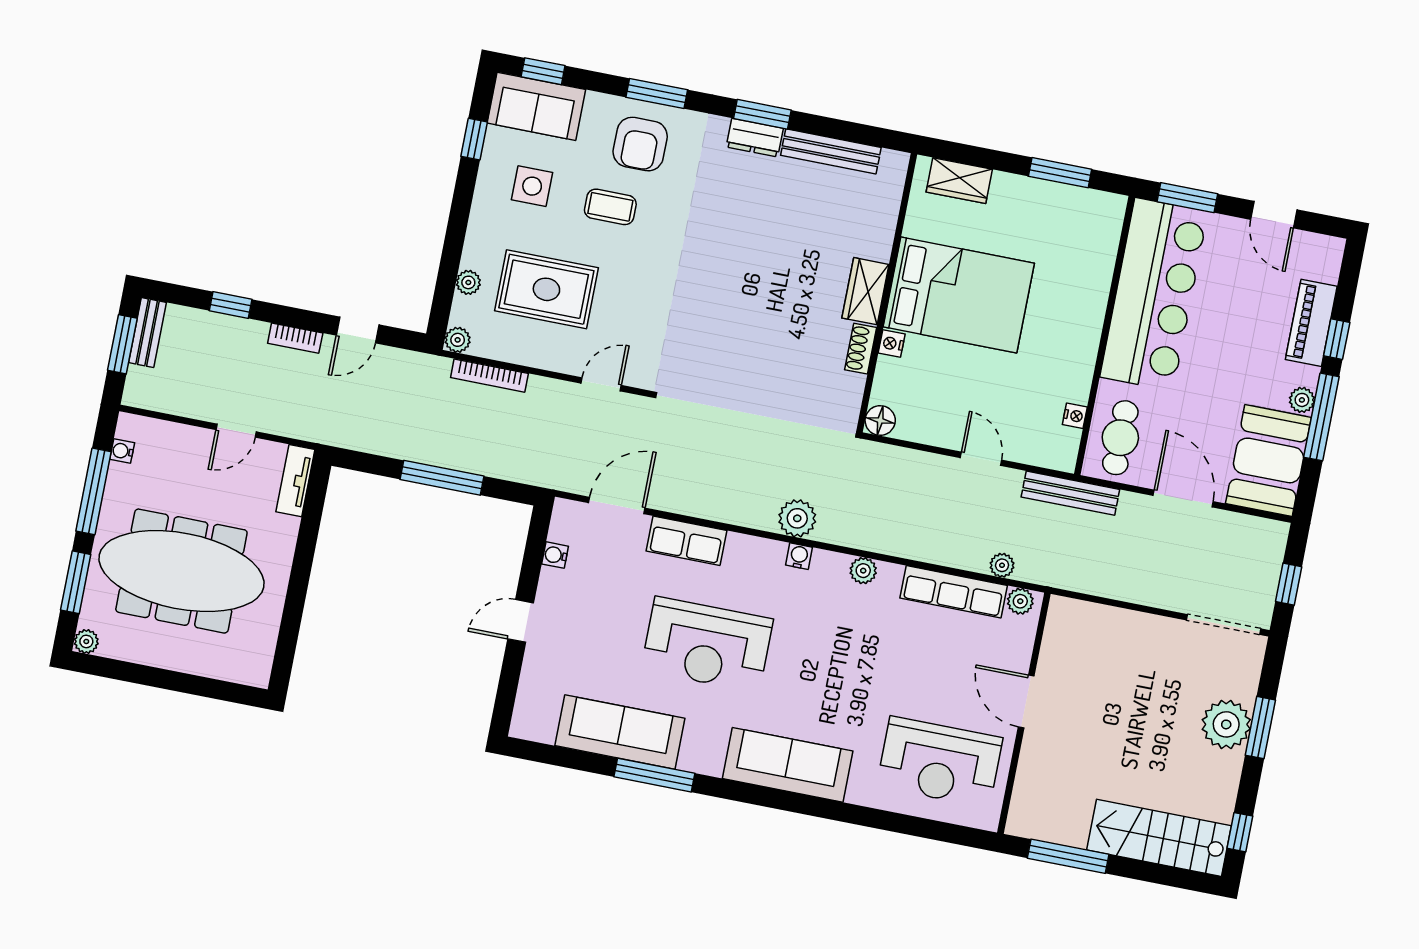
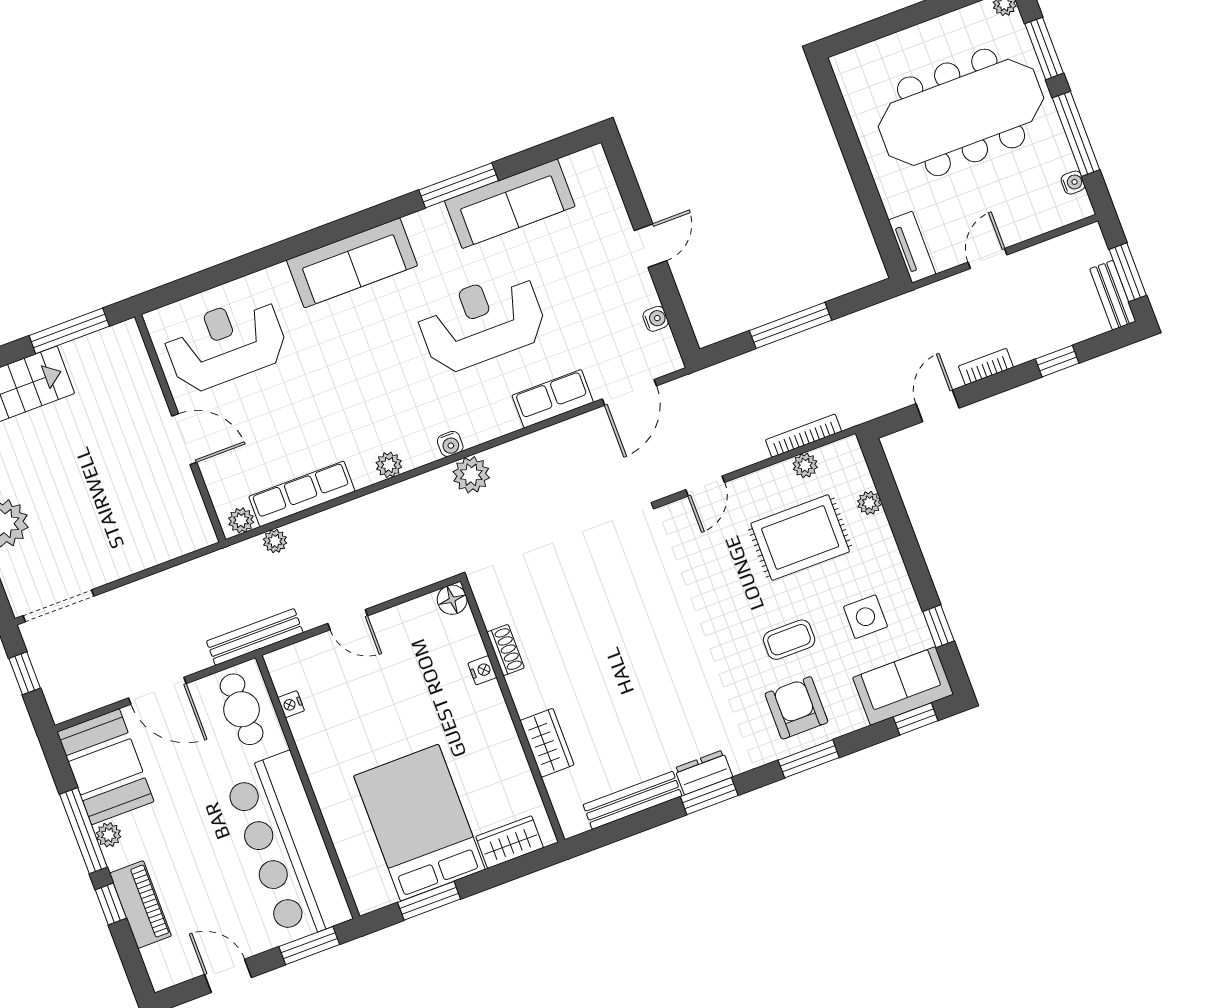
wardrobe: (865, 291) -> (547, 743), moved
bed: (959, 295) -> (419, 823), moved, turned 90
plant: (458, 340) -> (805, 465), moved

